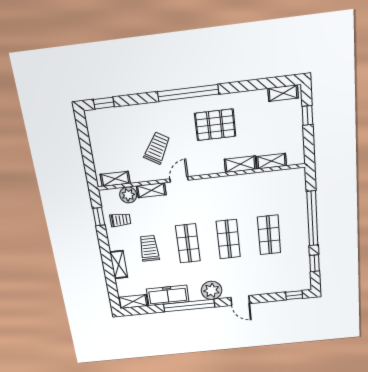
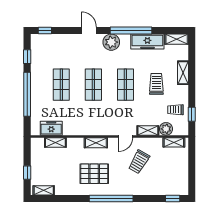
shelving: (240, 164) -> (96, 143), moved
freezer: (278, 179) -> (51, 128), added
trolley: (149, 248) -> (156, 84), turned 180

